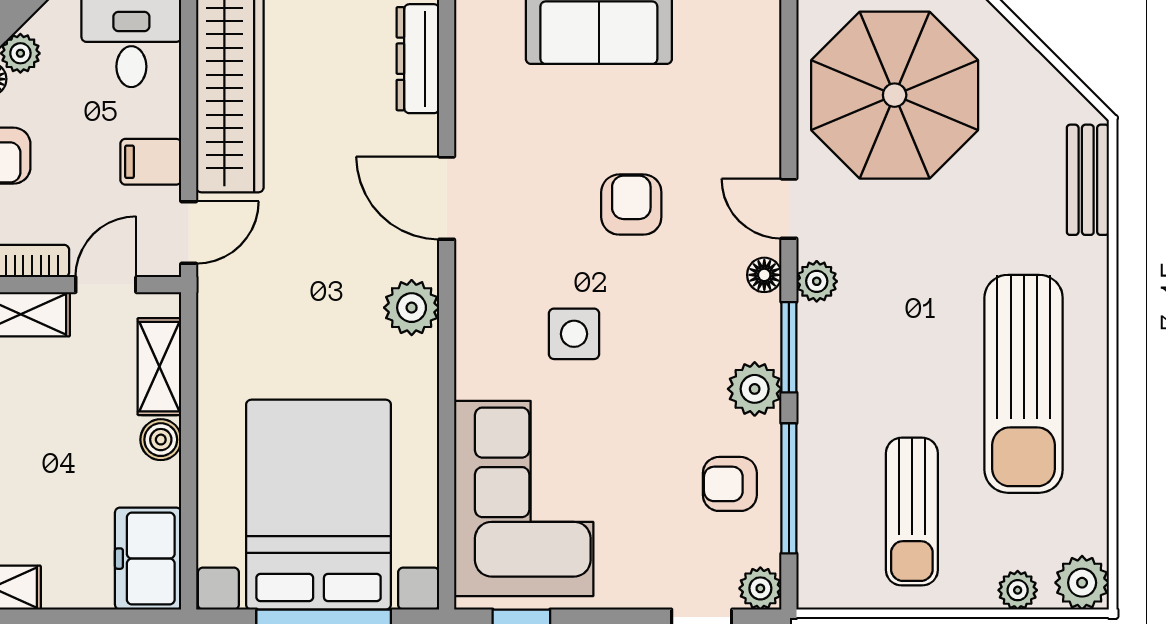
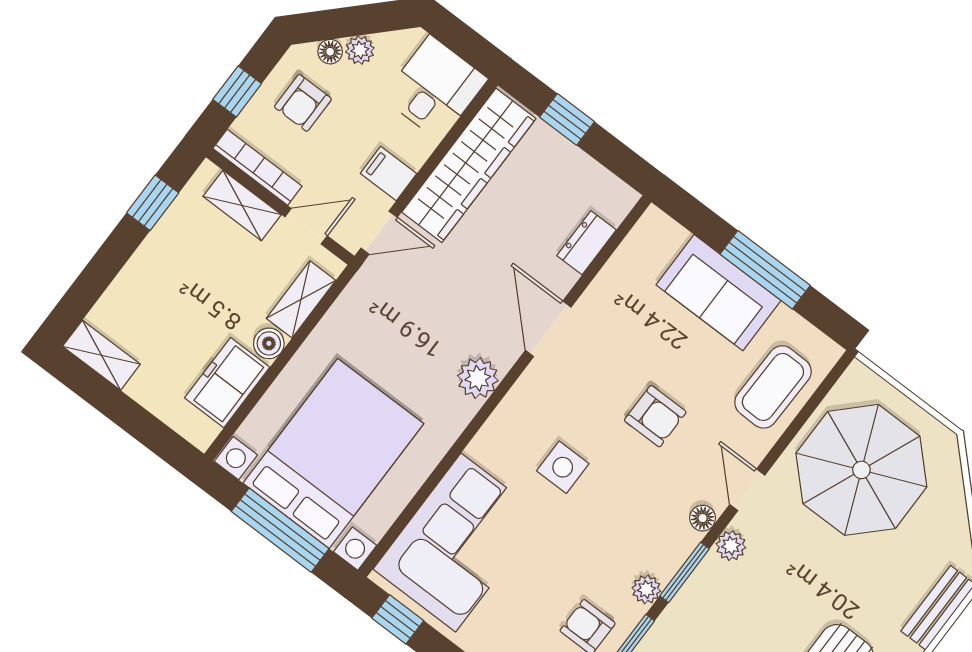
dresser: (418, 59) -> (587, 243), width x0.70
coffee table: (733, 78) -> (773, 387), added
armchair: (631, 205) -> (655, 416), turned 90
plant: (755, 389) -> (646, 589), width x0.73, depth x0.73
freezer: (148, 559) -> (227, 383), moved

